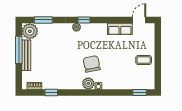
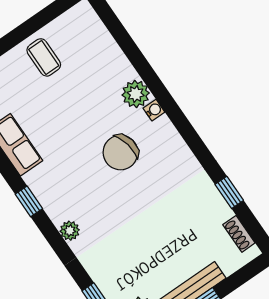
window: (84, 20) -> (29, 201), moved
plant: (88, 83) -> (136, 94), moved
window: (140, 92) -> (112, 22), removed

